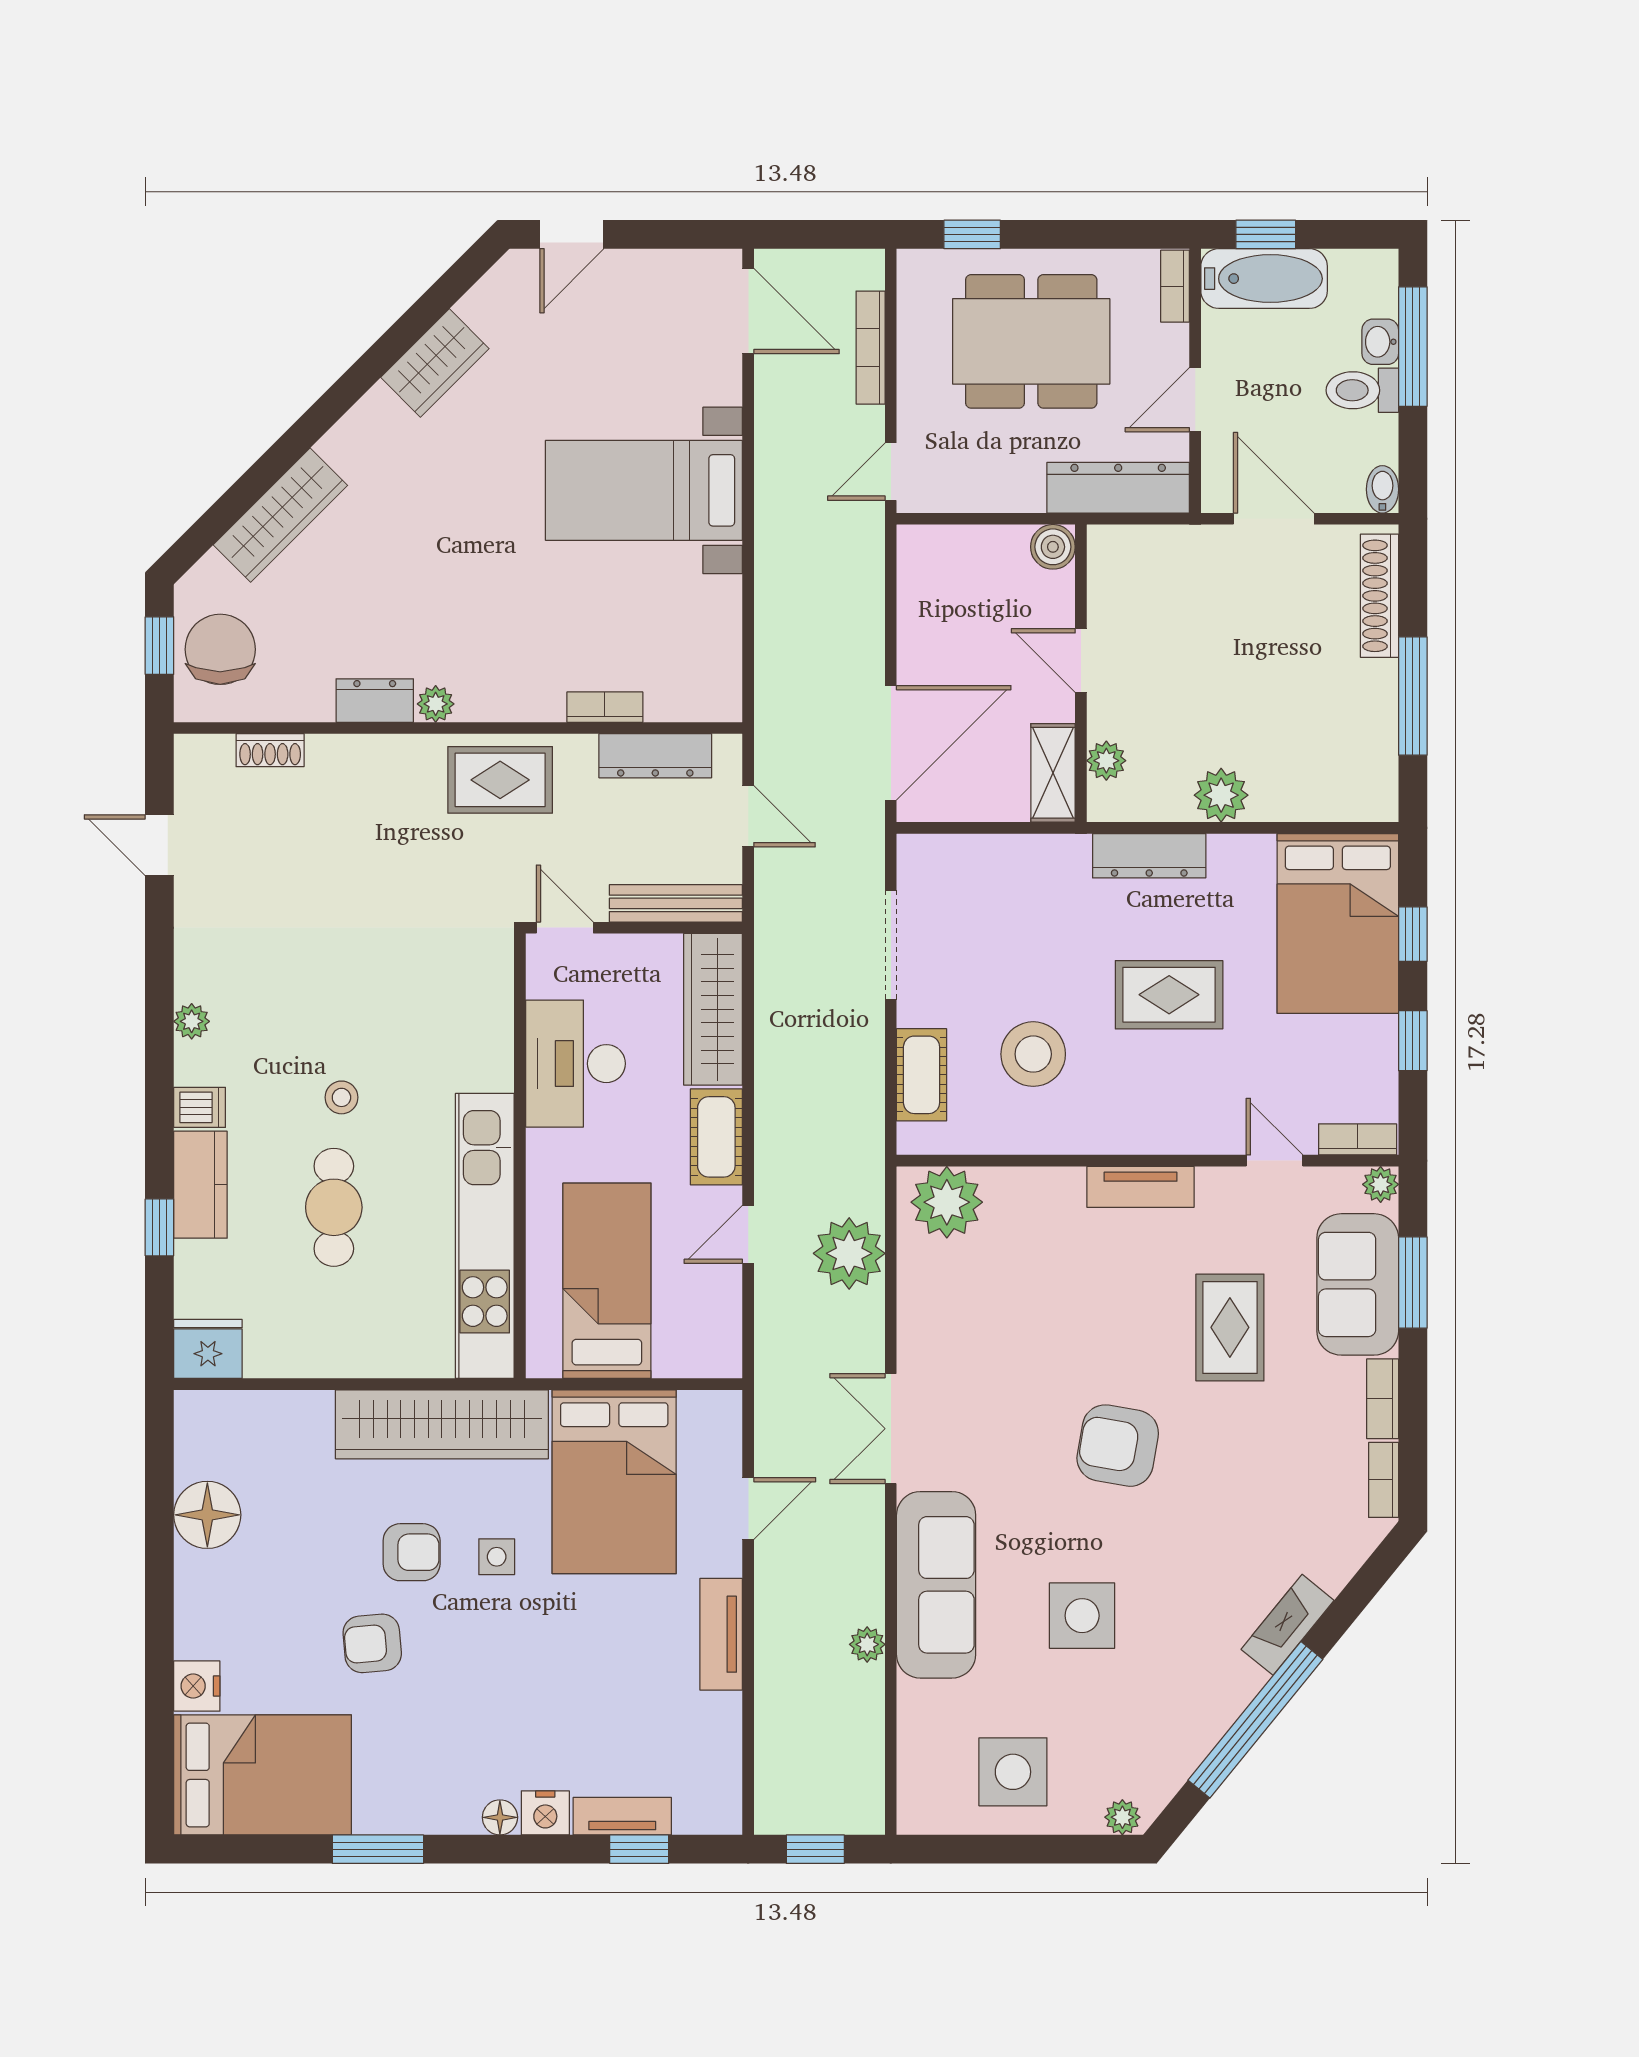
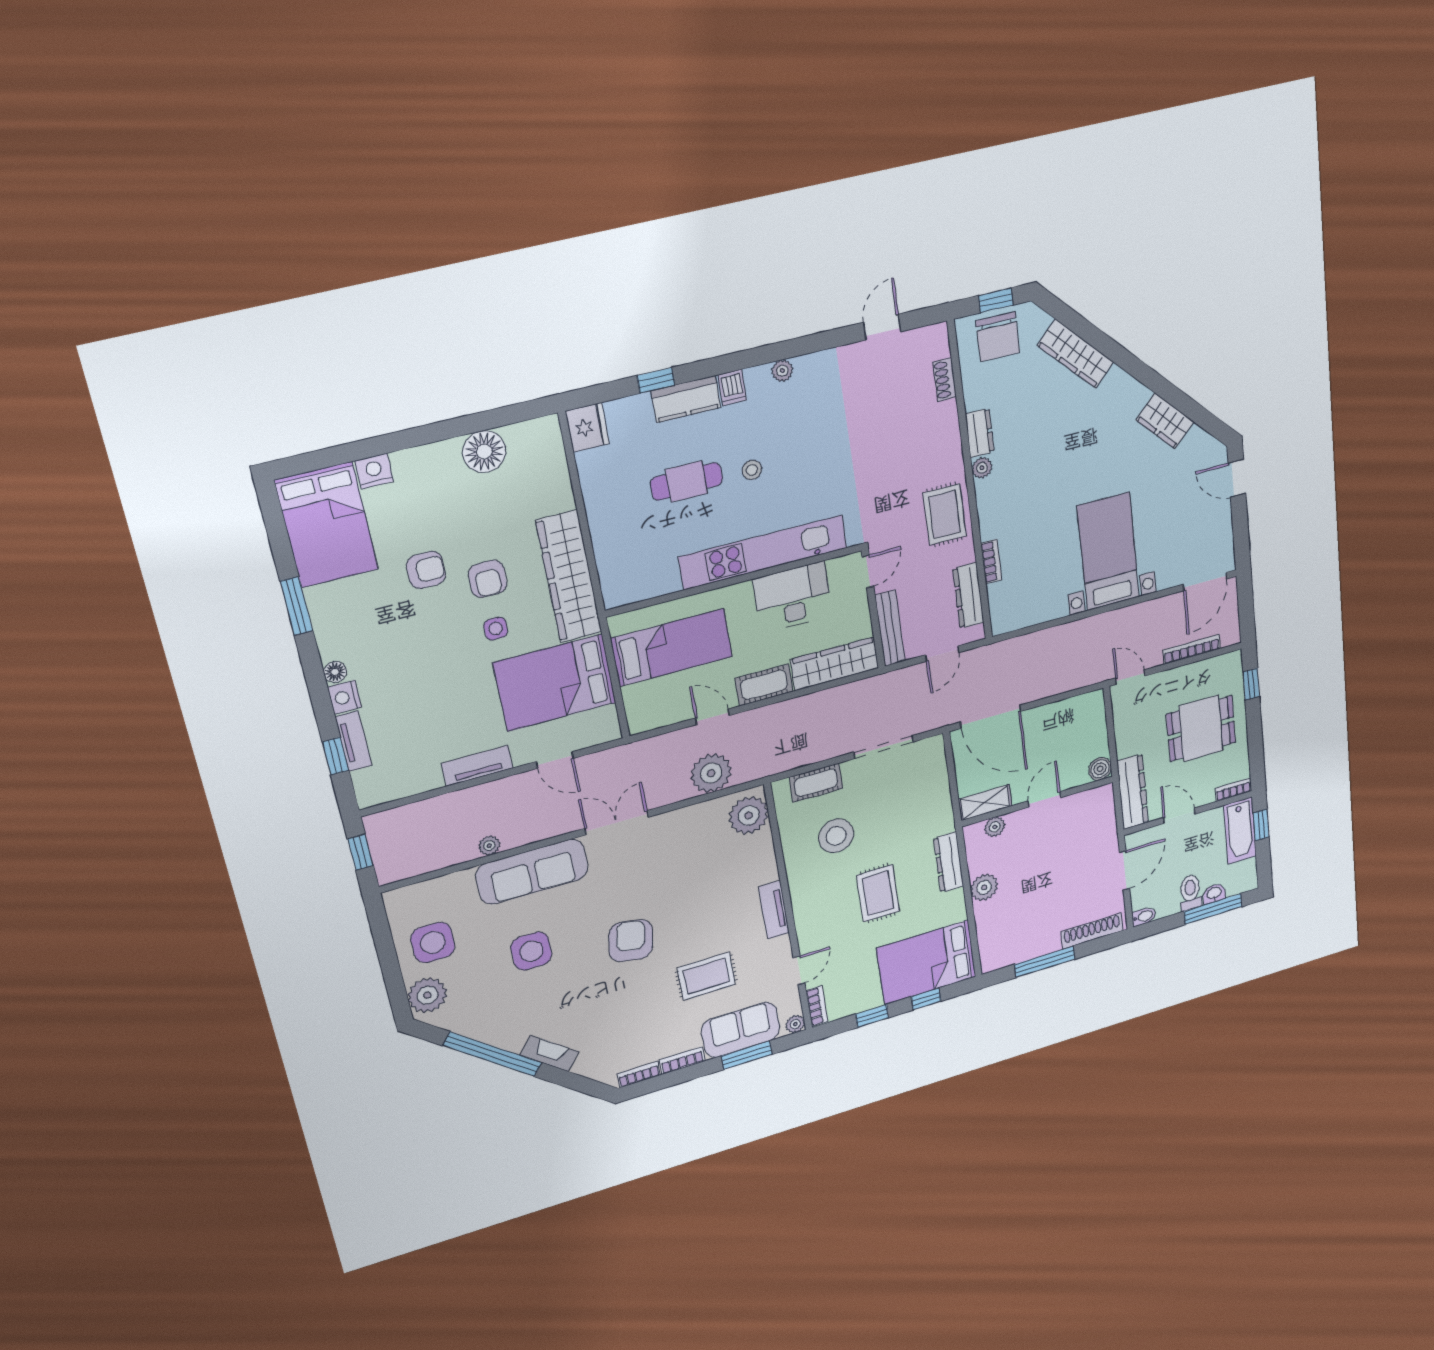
dining table: (1031, 341) -> (1201, 728), width x0.73
chair: (220, 649) -> (998, 337), turned 90
kitchen unit: (485, 1236) -> (763, 552), moved
armchair: (372, 1643) -> (426, 570), turned 95
plant: (1122, 1817) -> (427, 995), width x1.88, depth x1.88

